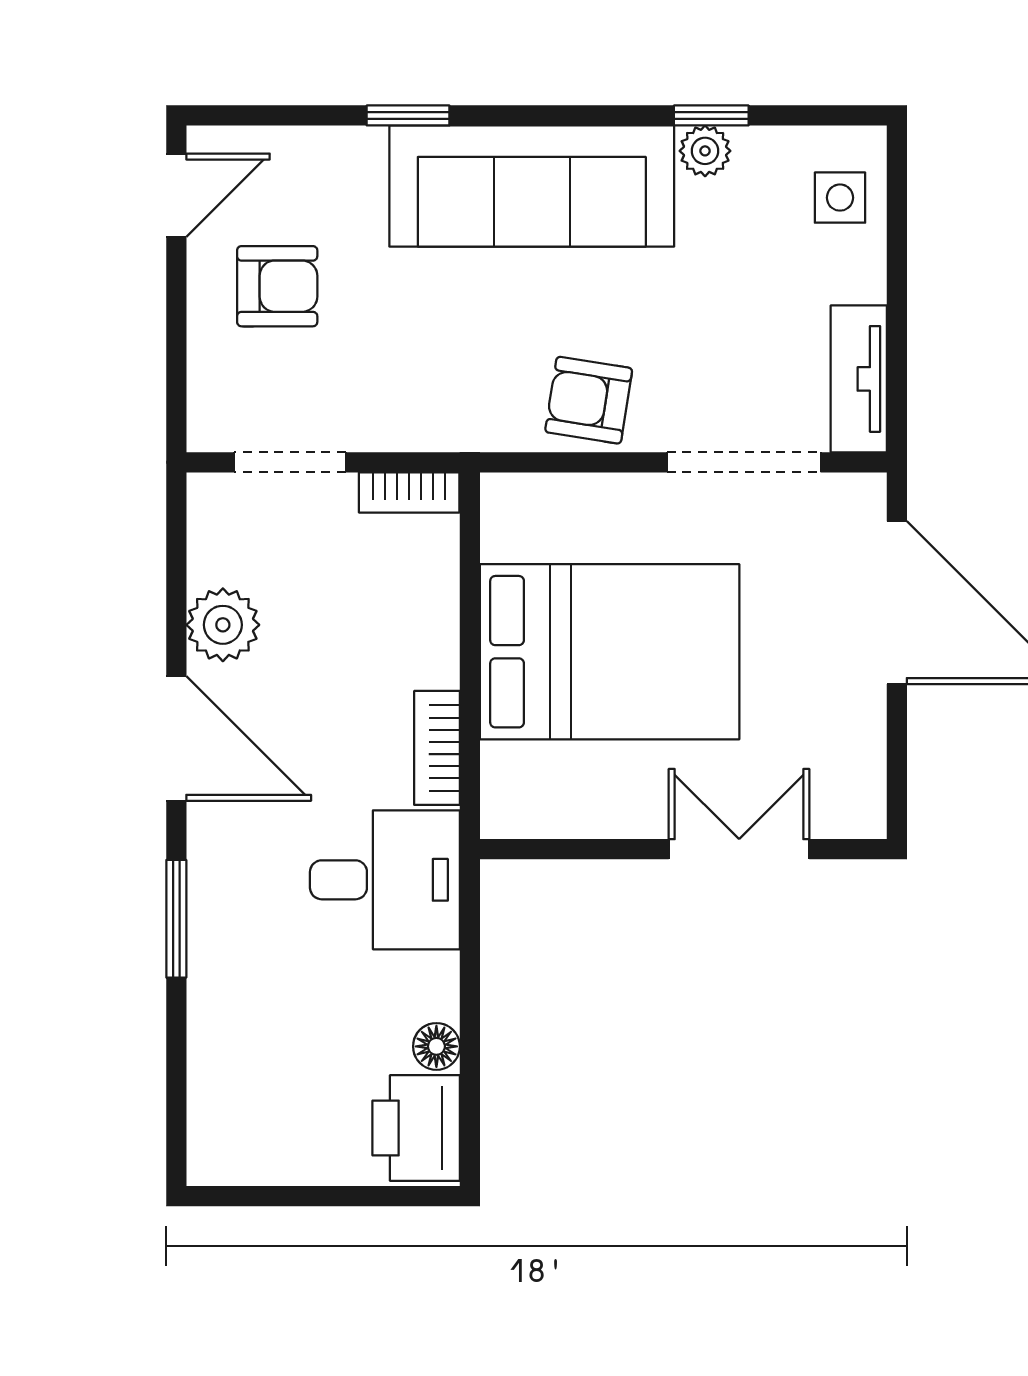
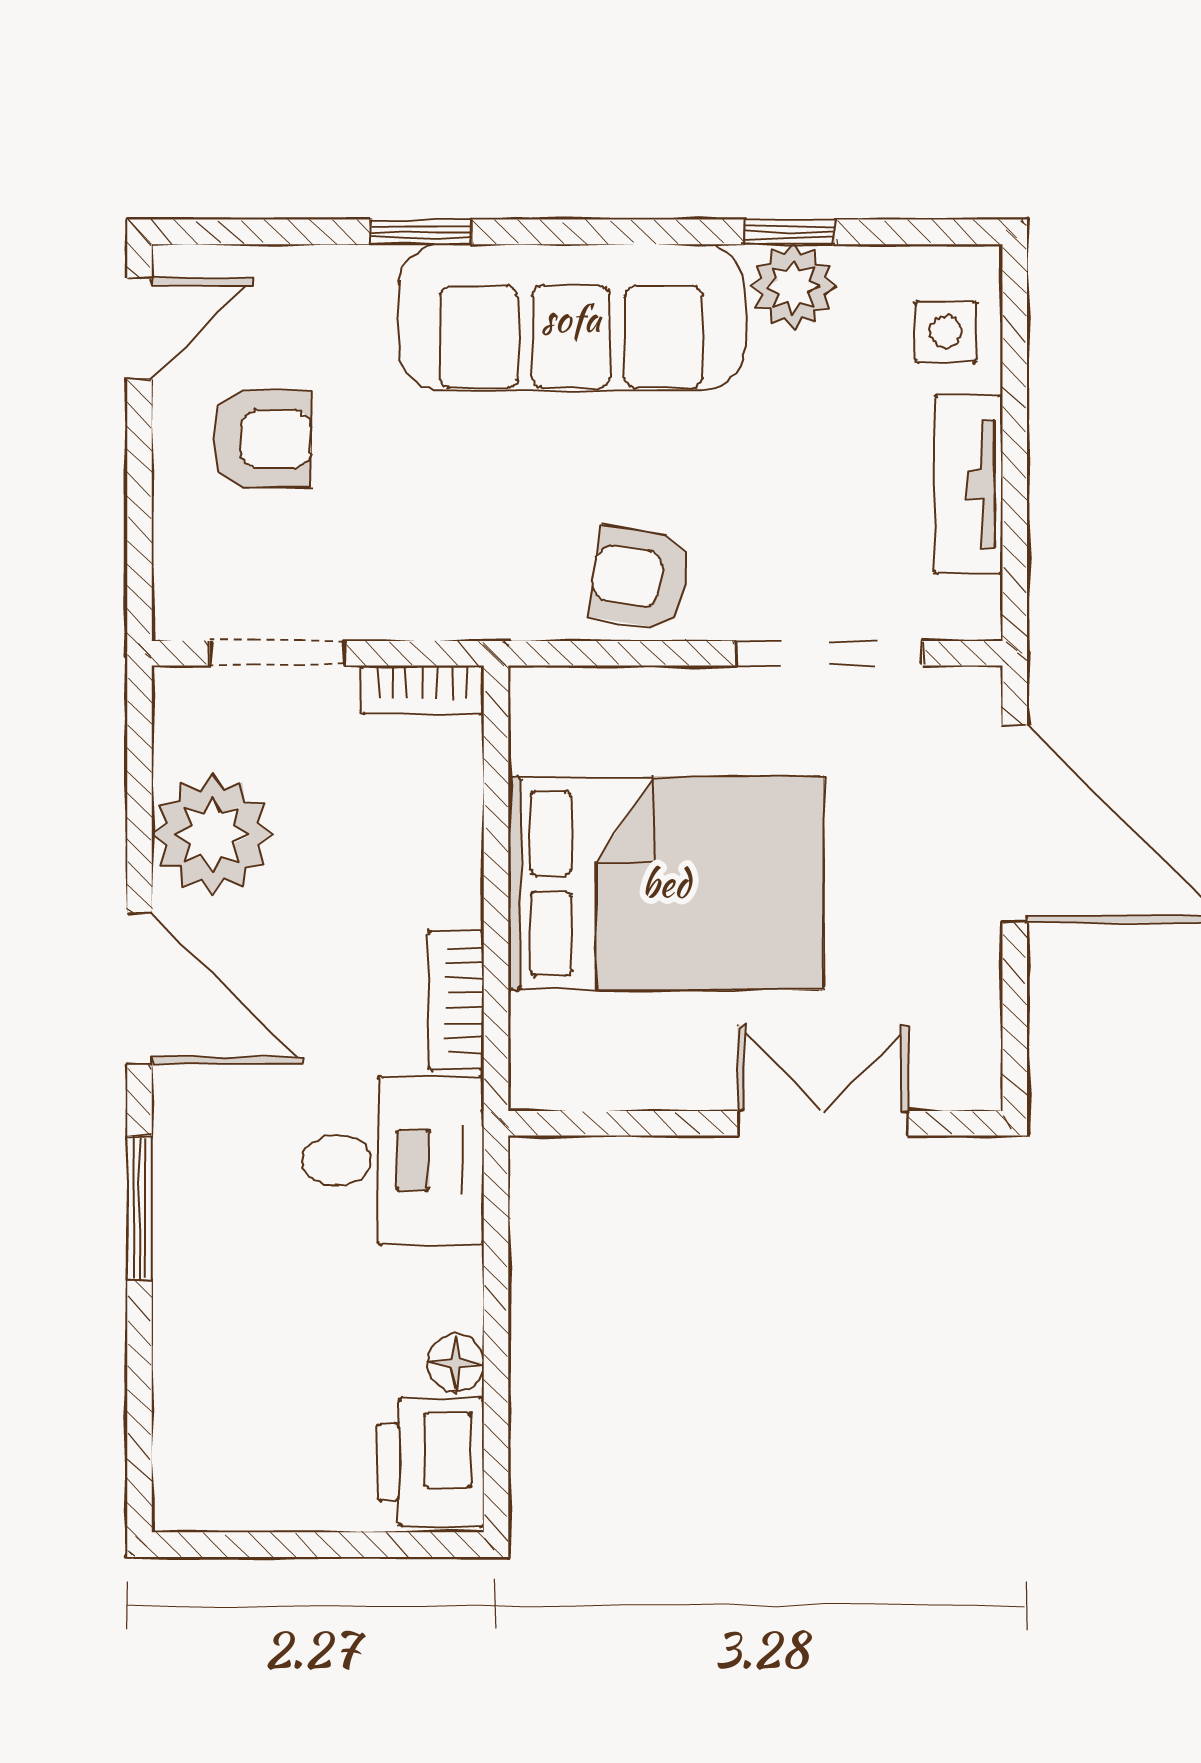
plant: (705, 151) -> (793, 287), width x1.38, depth x1.38
tv unit: (859, 379) -> (968, 484), moved
plant: (223, 625) -> (212, 835), width x1.36, depth x1.36

